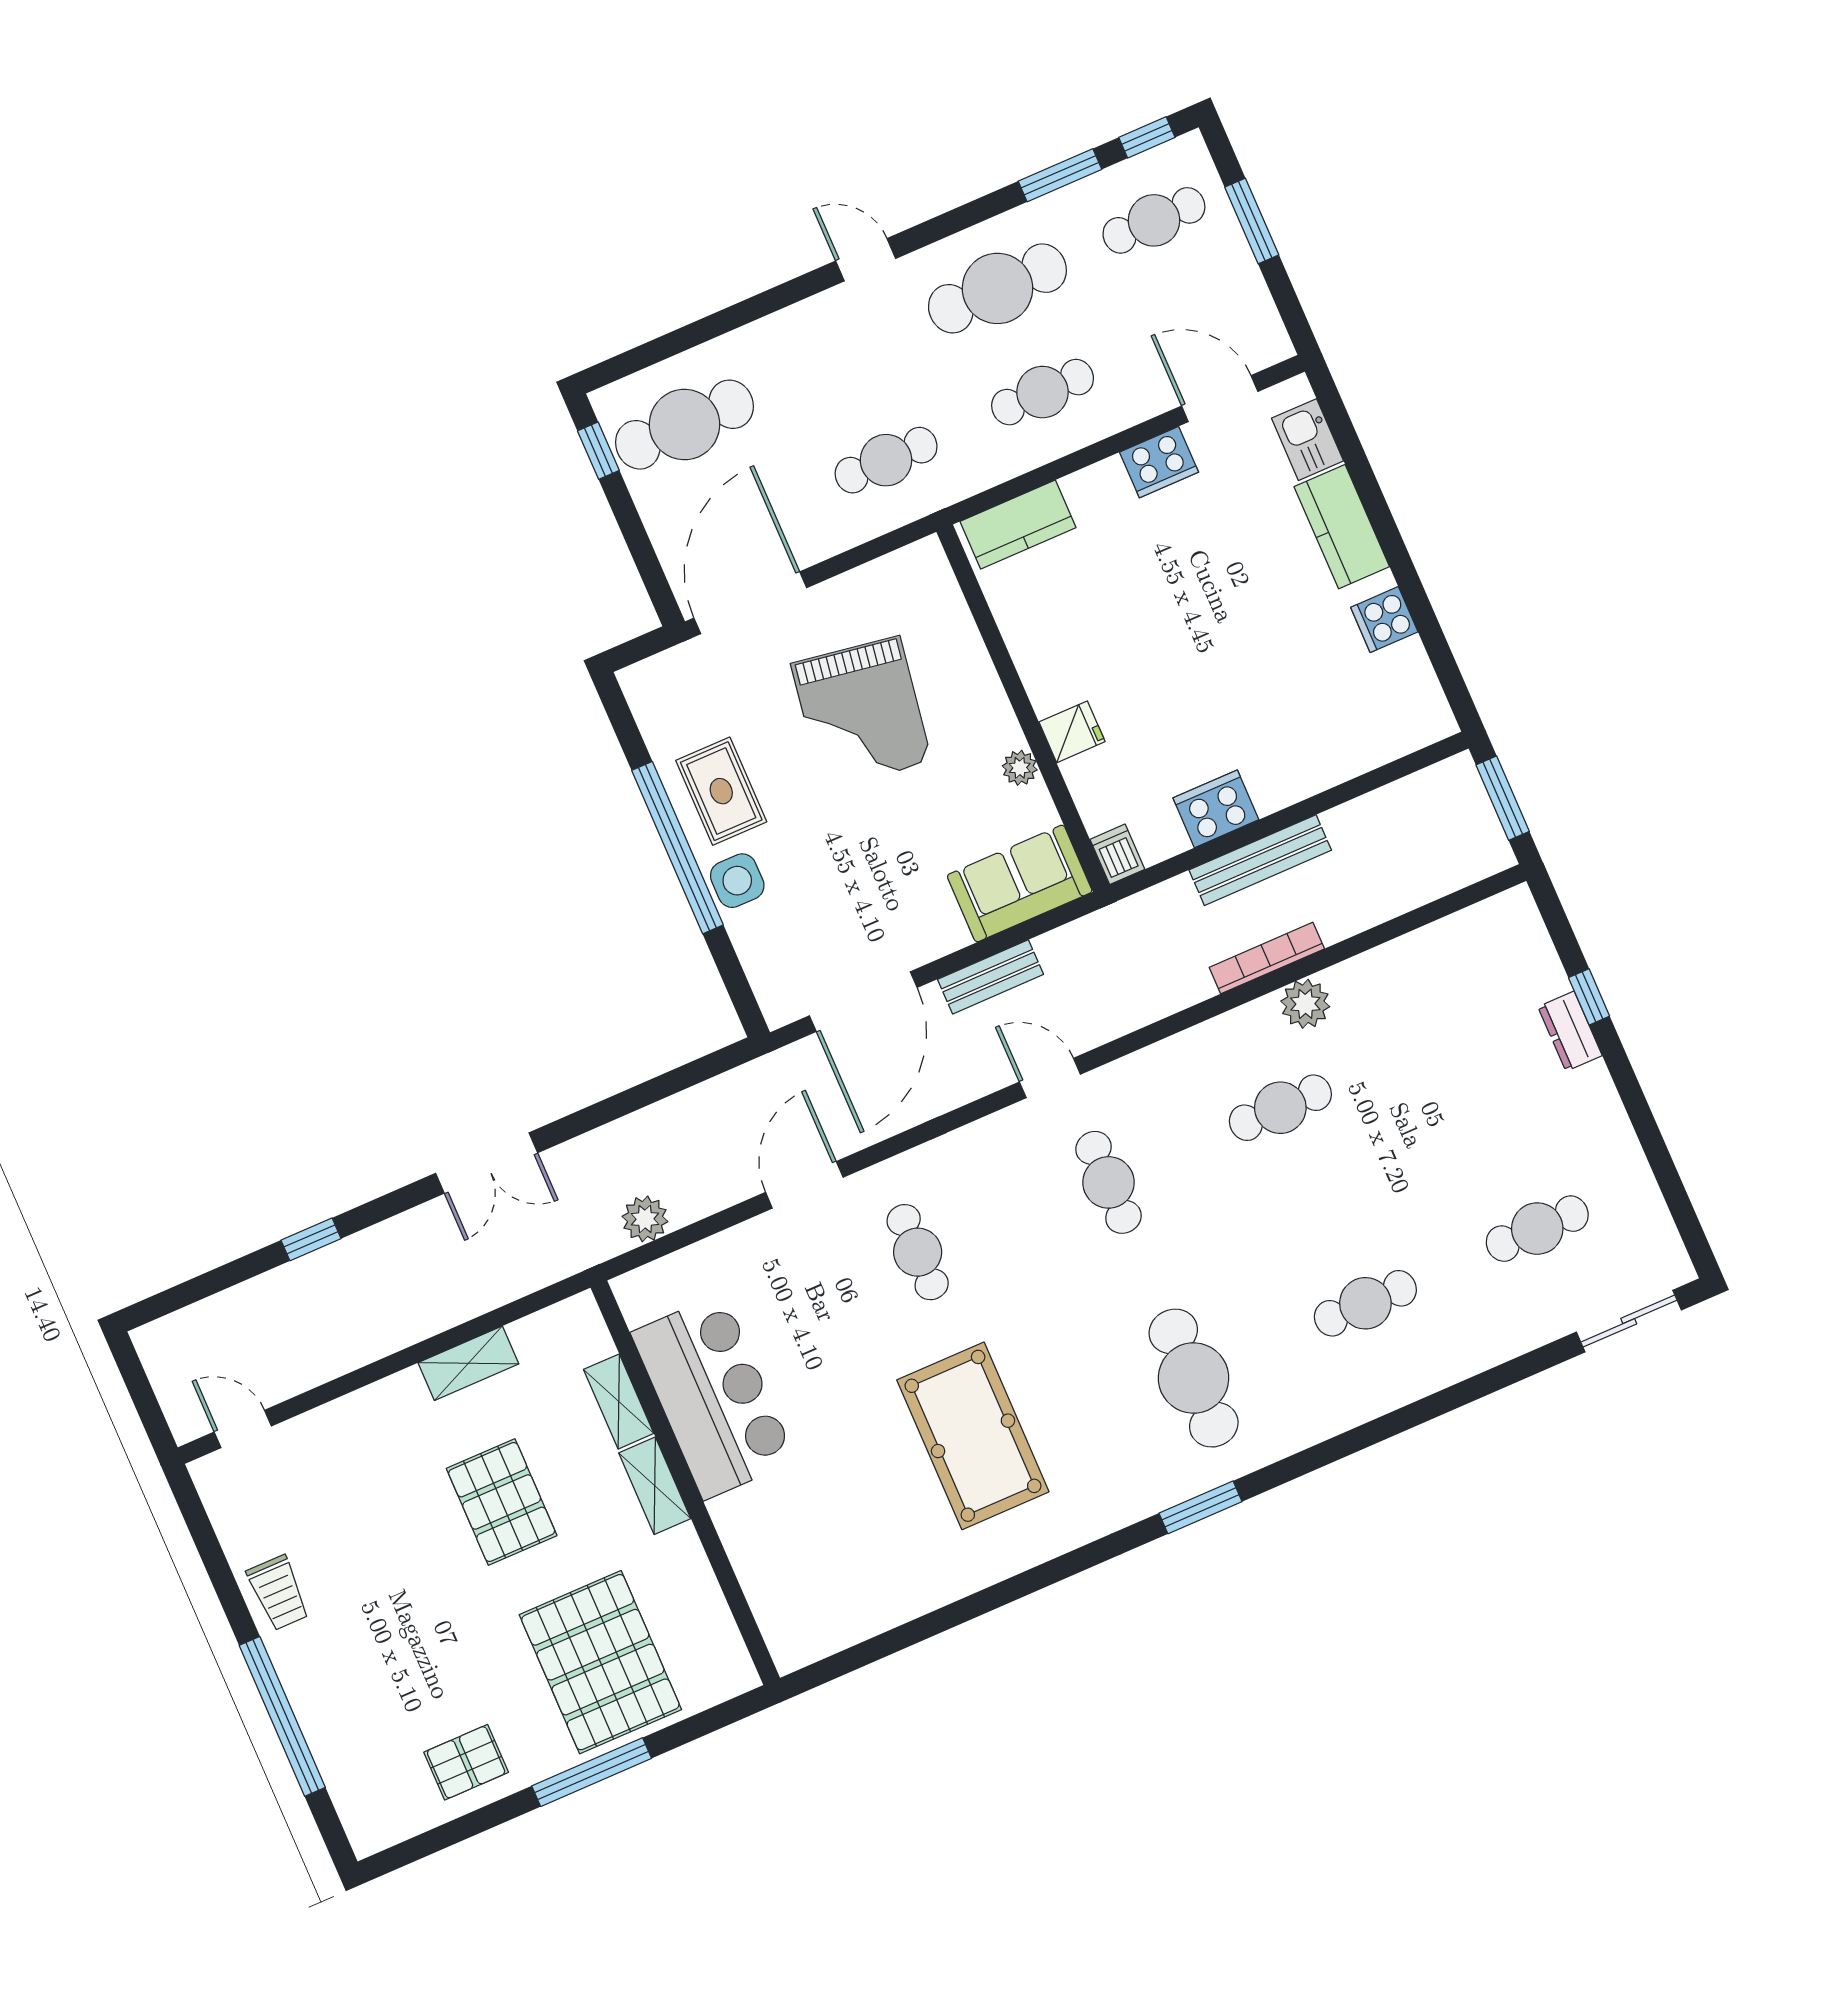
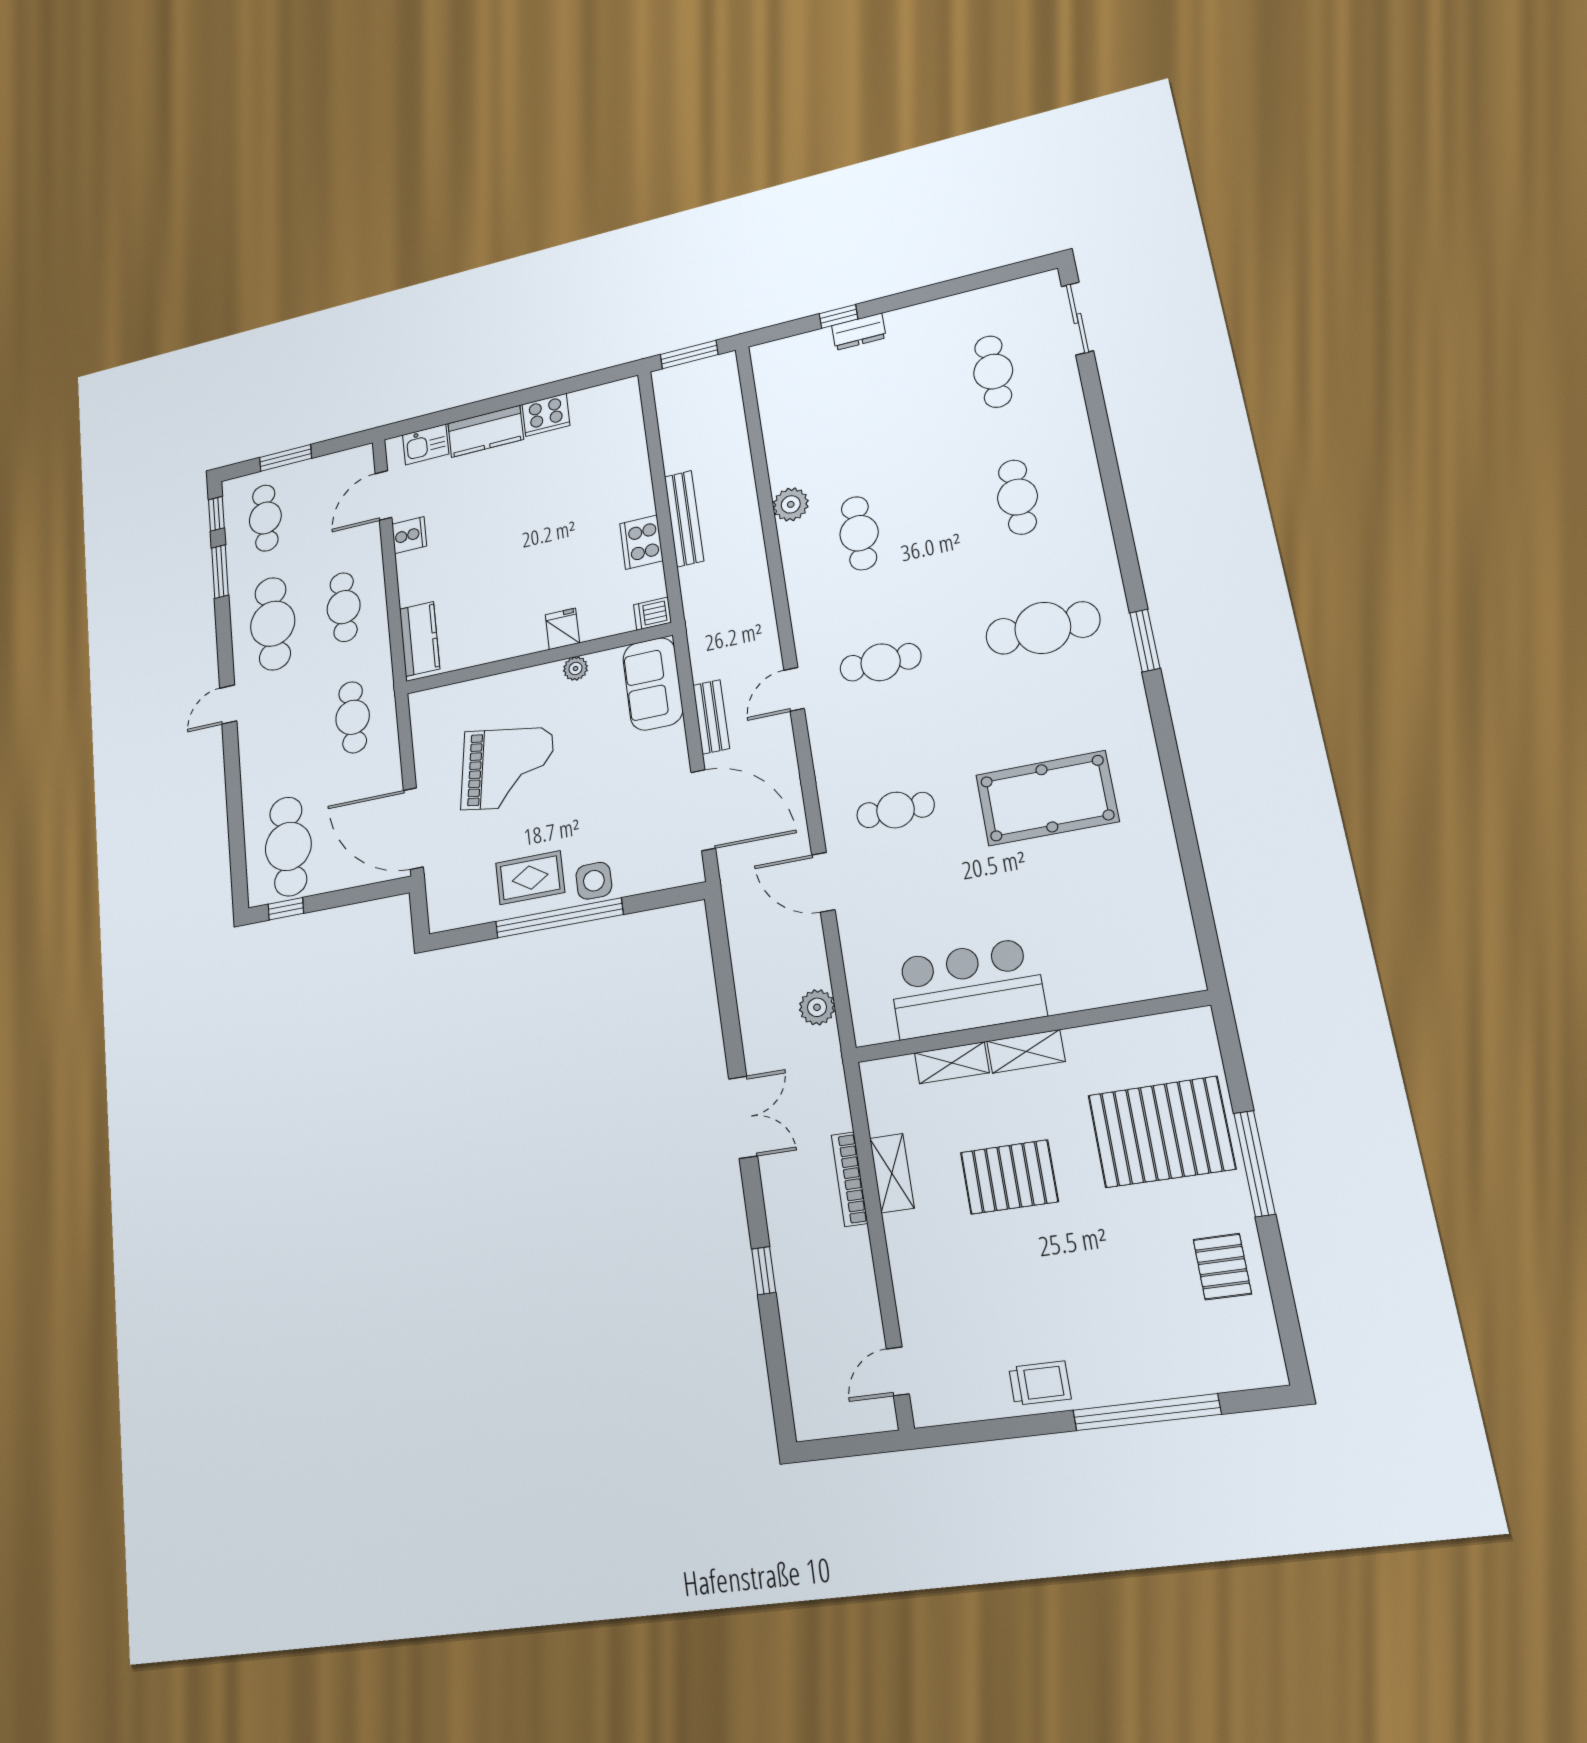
cooker: (1159, 462) -> (409, 535), width x0.73
cooker: (1384, 620) -> (546, 415), width x1.36
bookcase: (1267, 958) -> (849, 1179), moved

